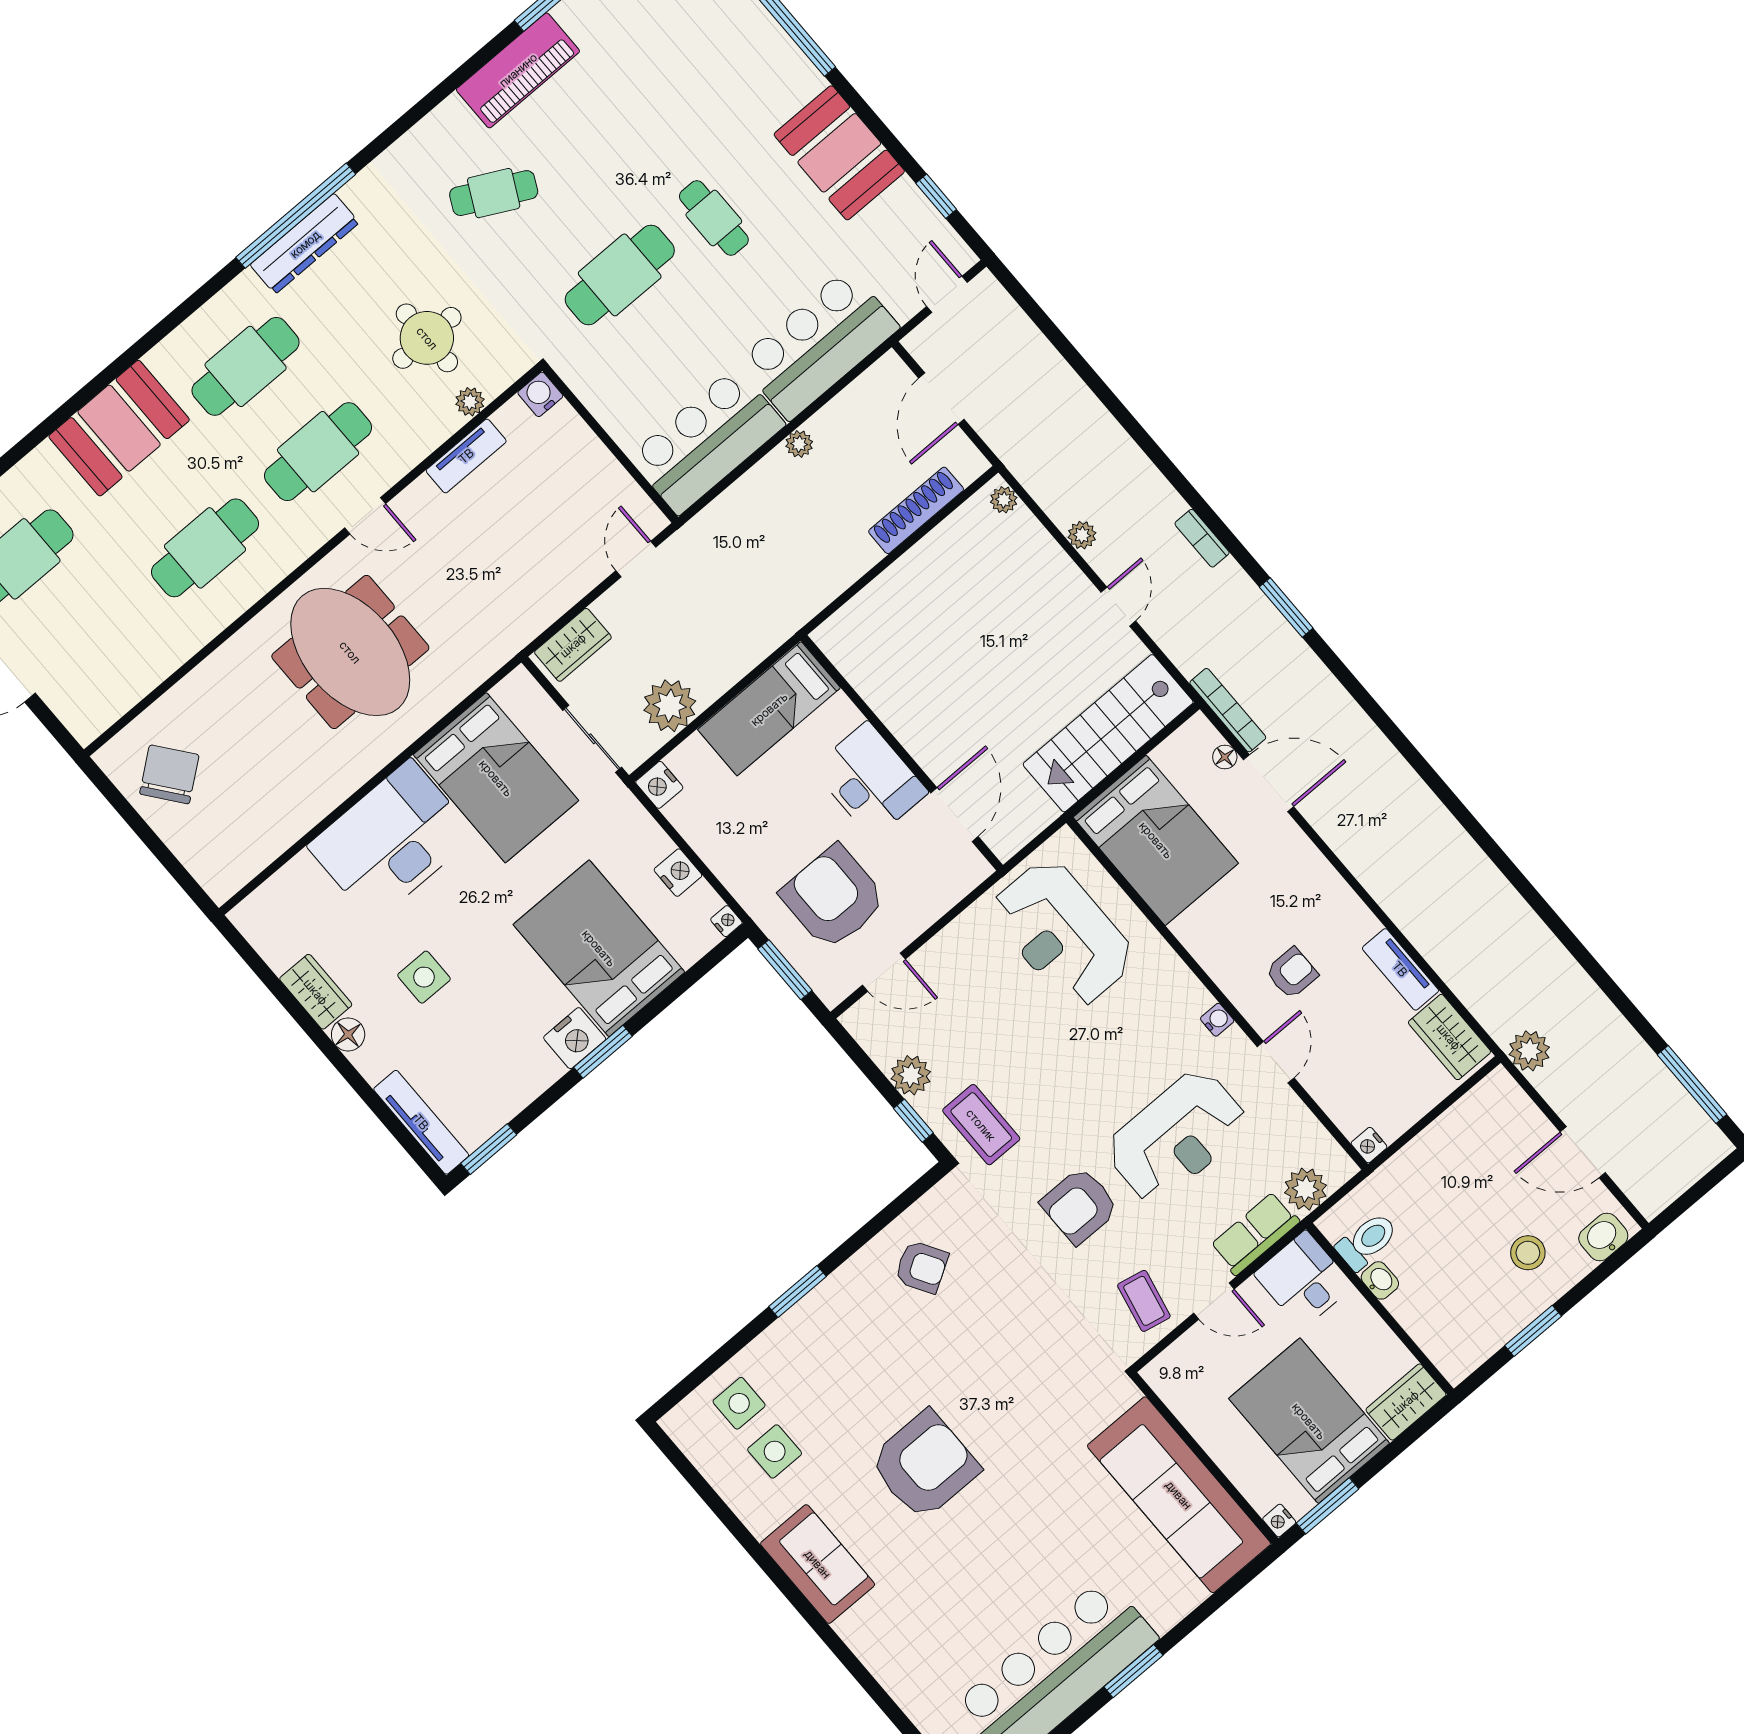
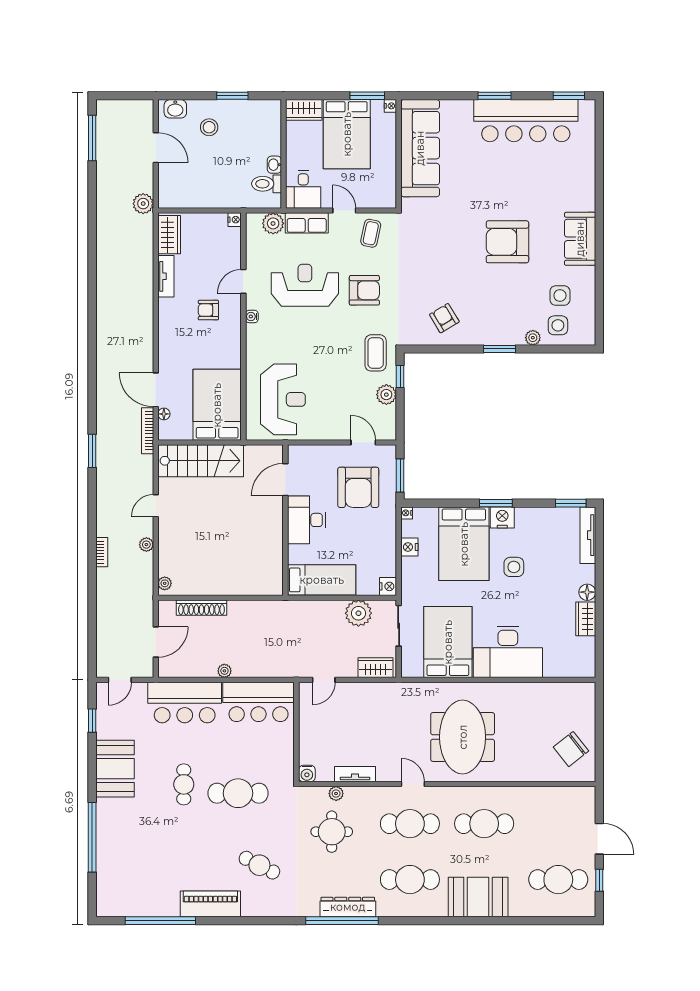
bookcase: (1202, 538) -> (102, 552), moved
side table: (424, 977) -> (514, 567), moved
plant: (761, 1352) -> (533, 338), added

